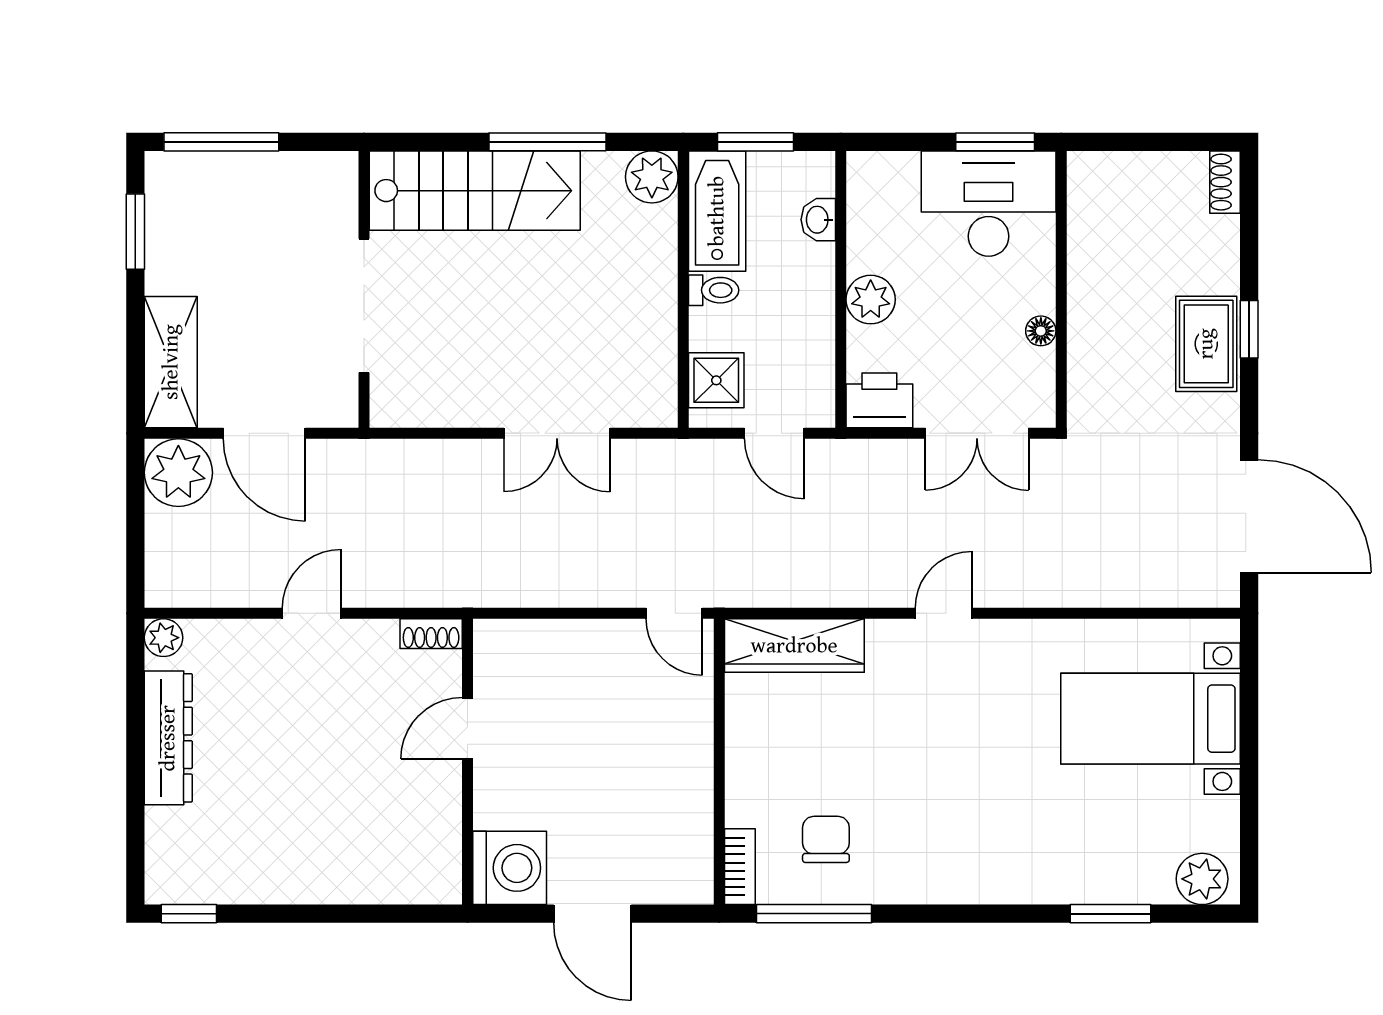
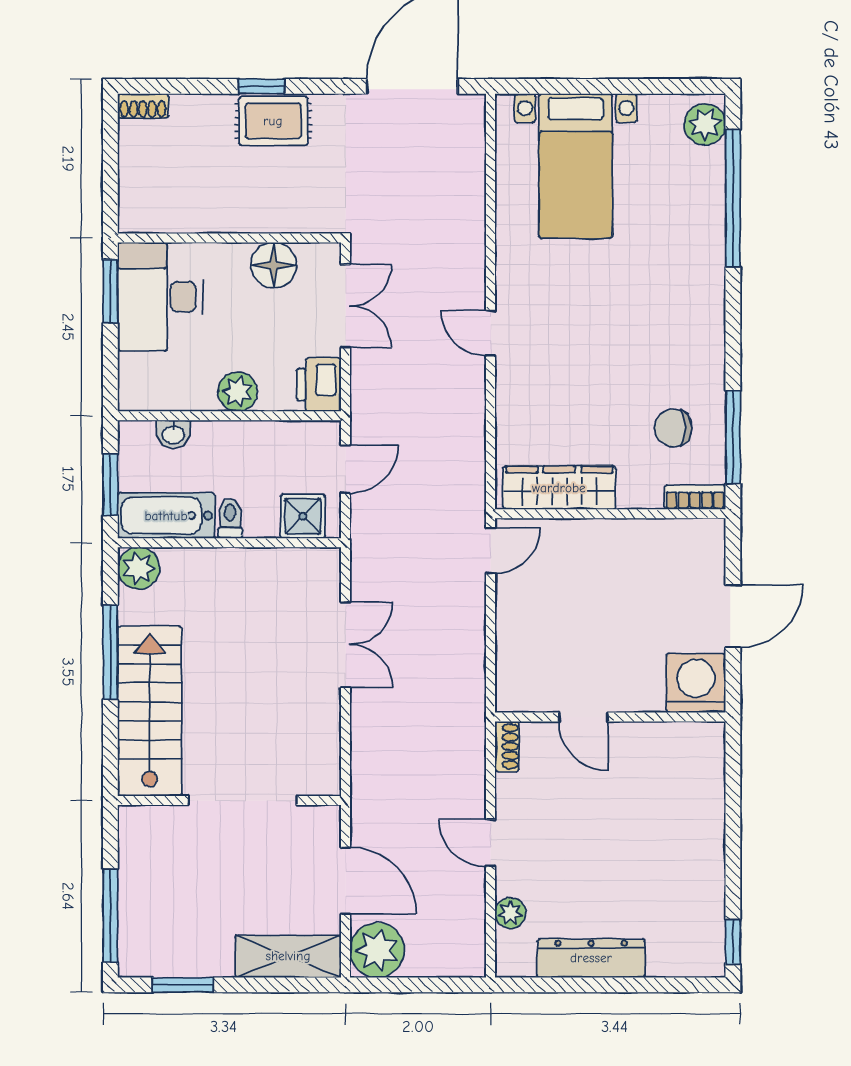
floor lamp: (1041, 331) -> (274, 265), width x1.89, depth x1.89
door: (264, 433) -> (345, 881), hinge flipped
plant: (164, 638) -> (510, 913), moved
wardrobe: (794, 646) -> (559, 488), moved, turned -90
window: (1111, 914) -> (733, 198), width x2.11

